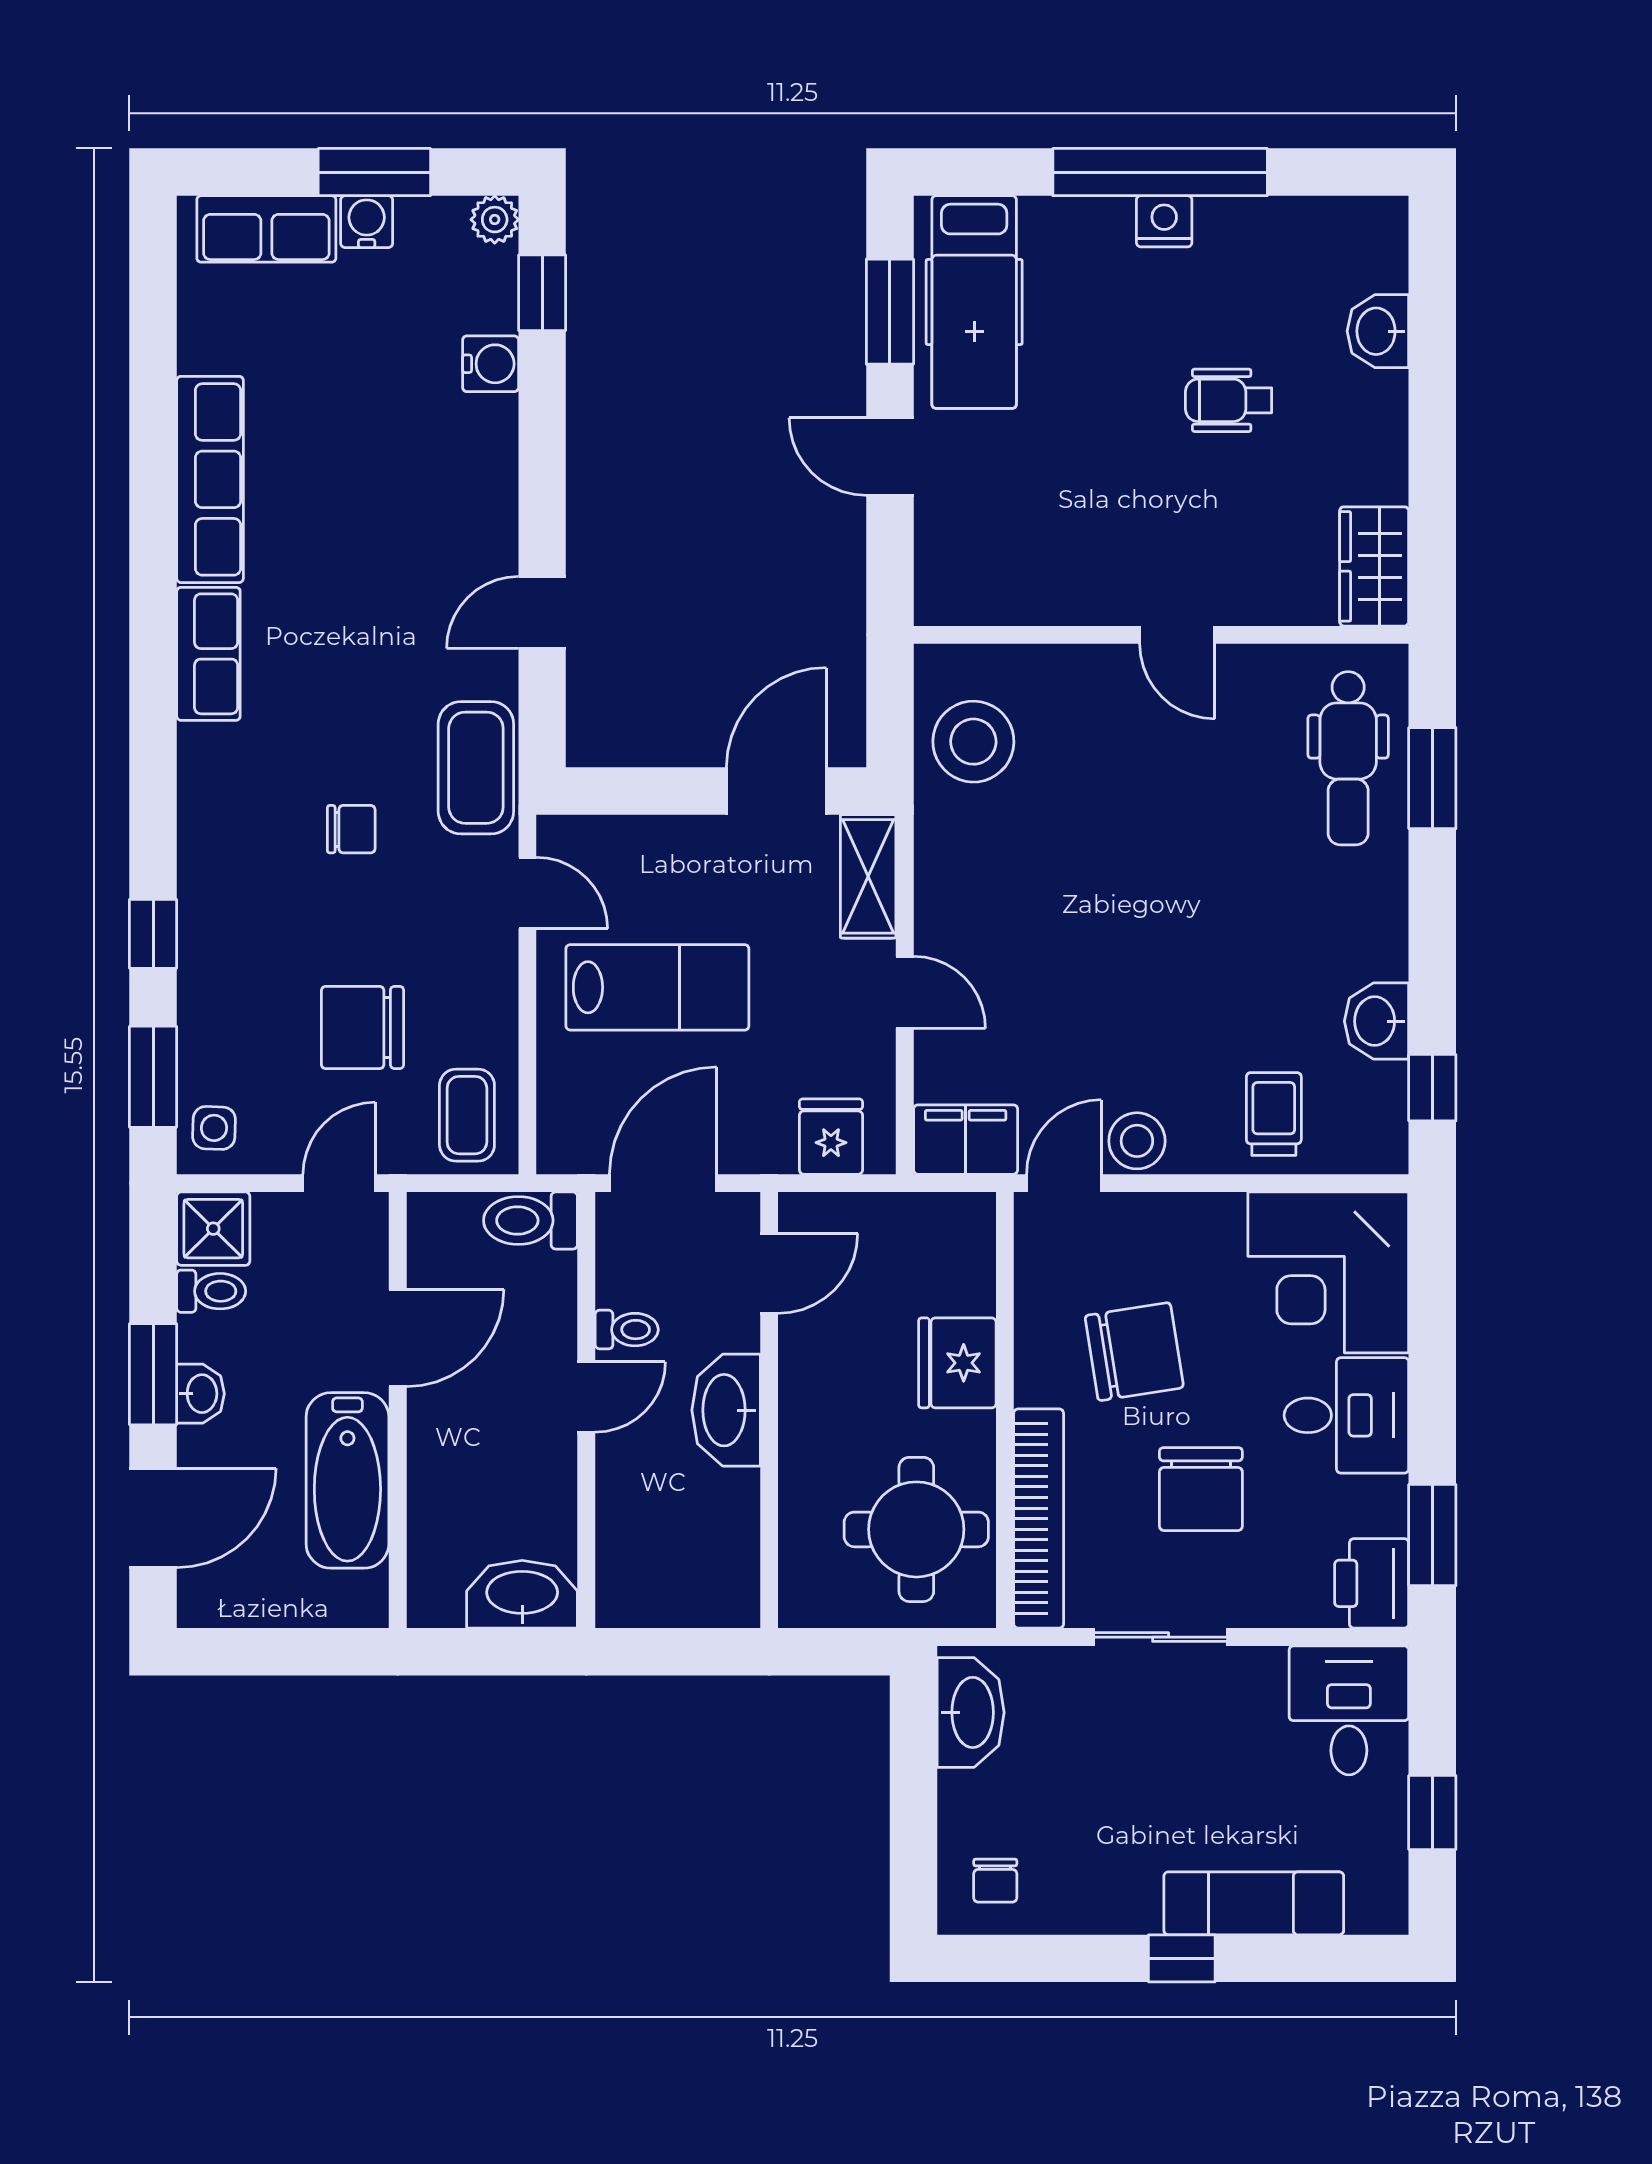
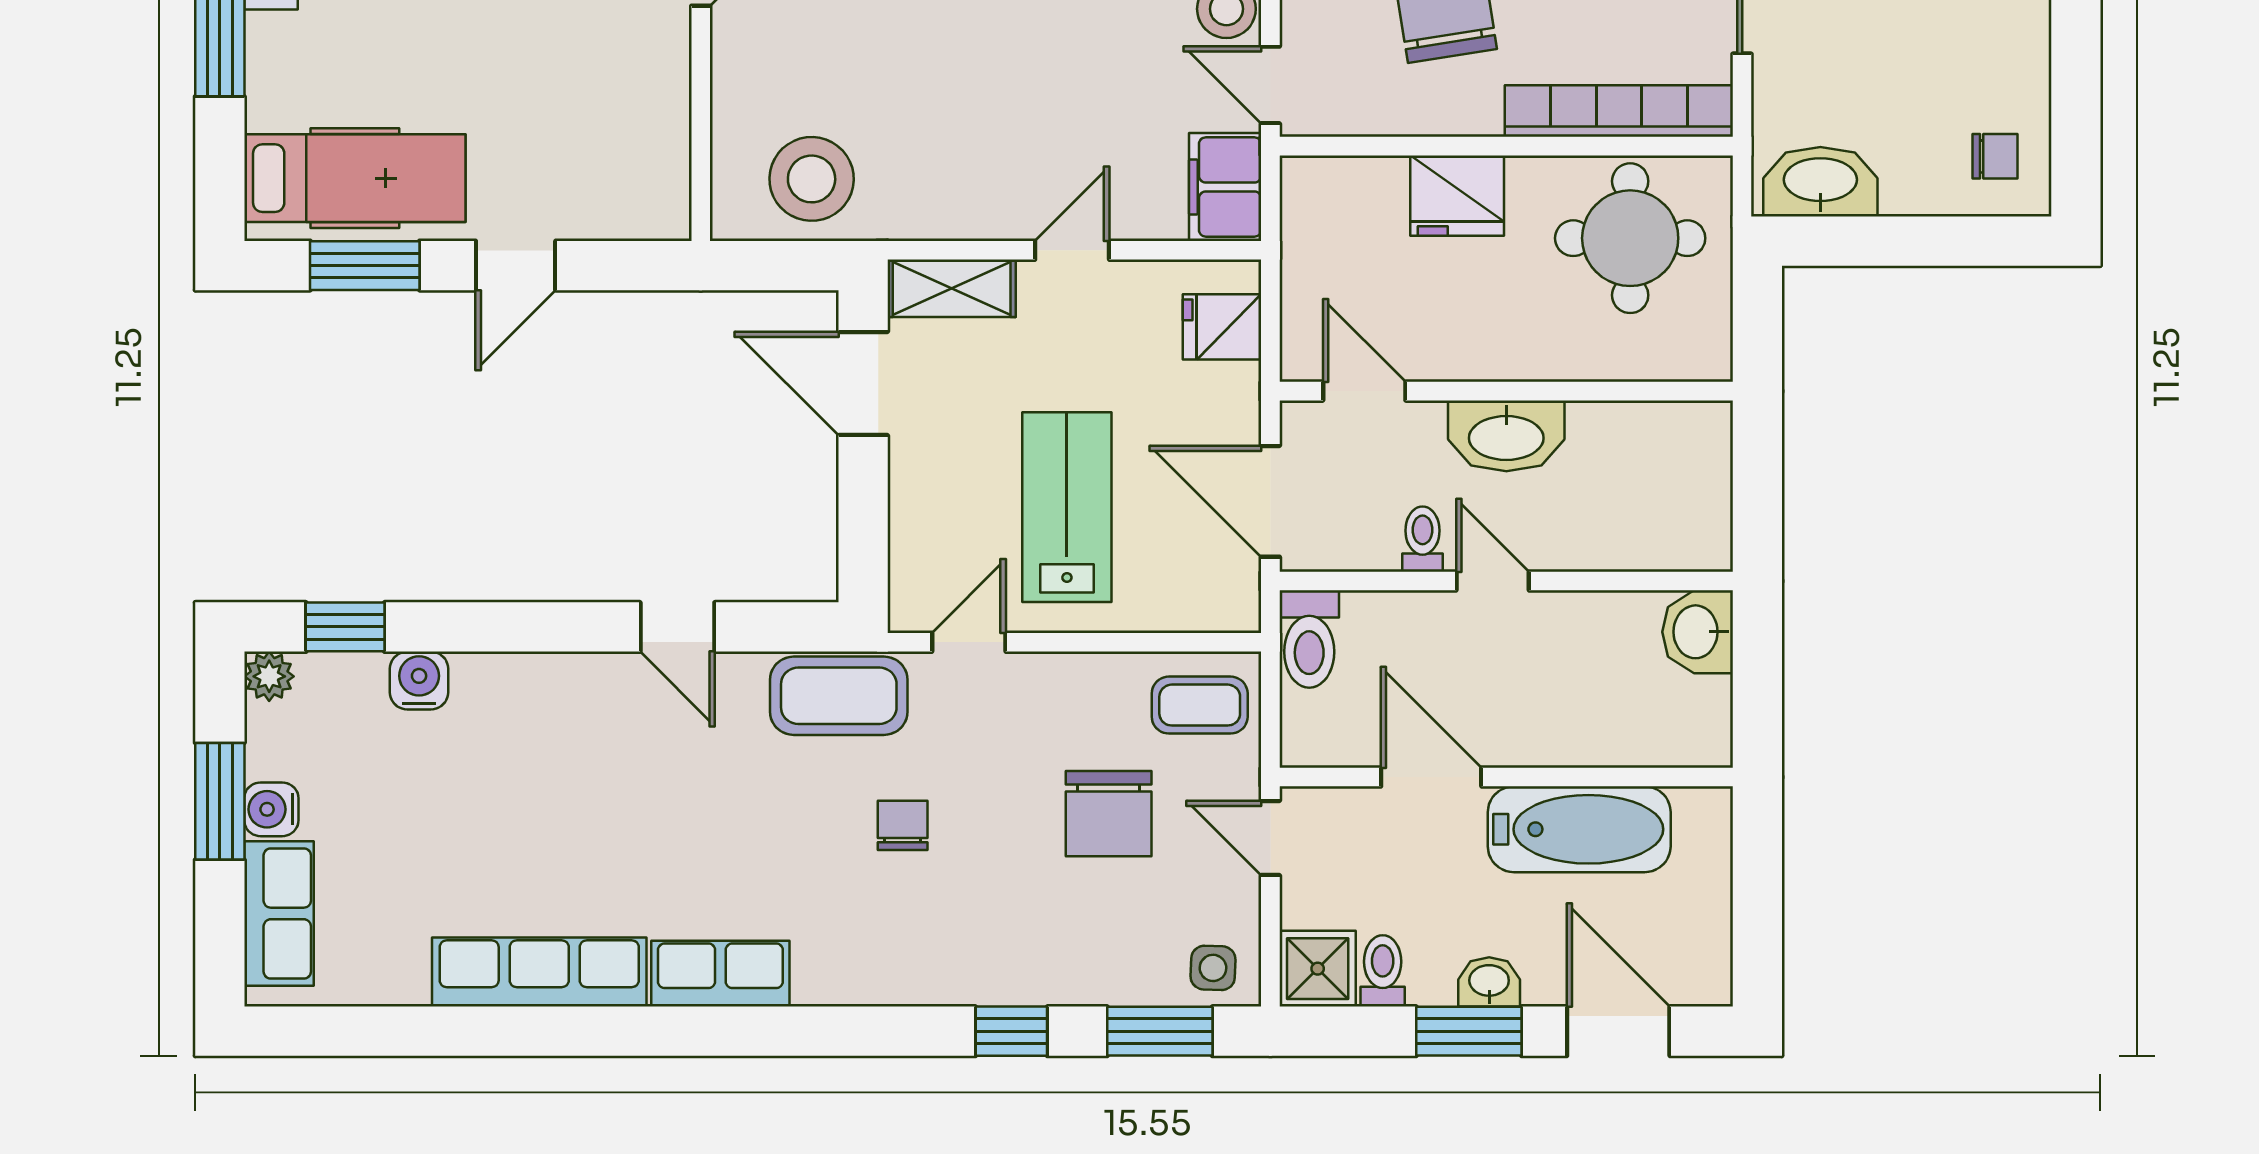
washbasin: (522, 1594) -> (1698, 632), width x0.72

